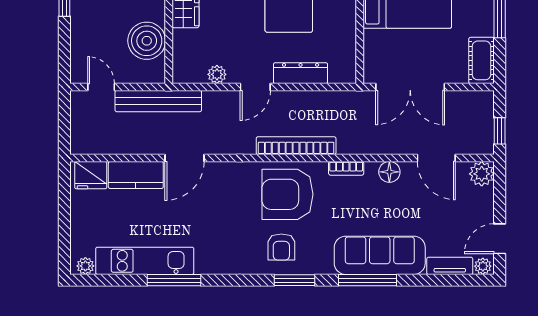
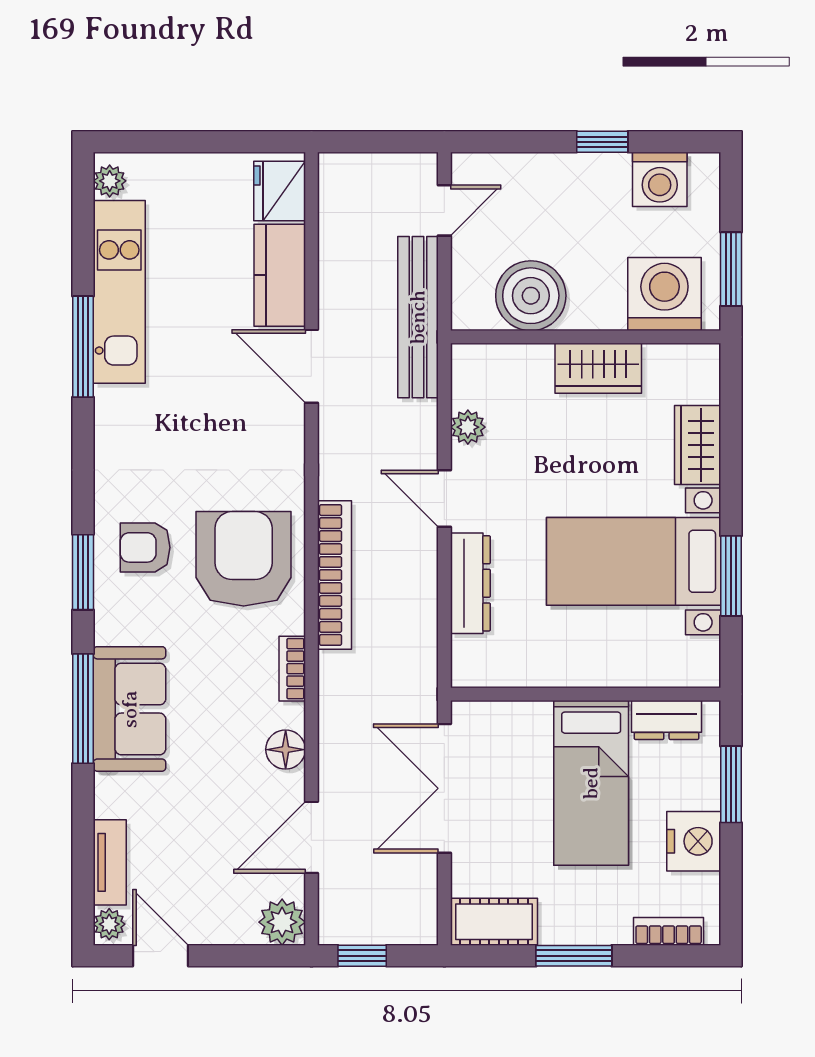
sofa: (380, 255) -> (130, 709), width x0.73

